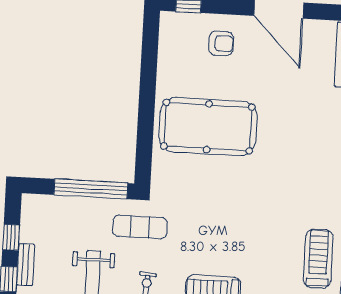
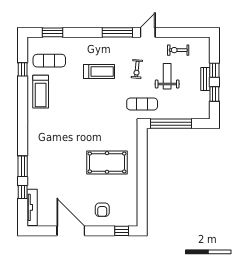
armchair: (221, 43) -> (102, 210), turned -90
pool table: (208, 127) -> (107, 162), width x0.73, depth x0.76

